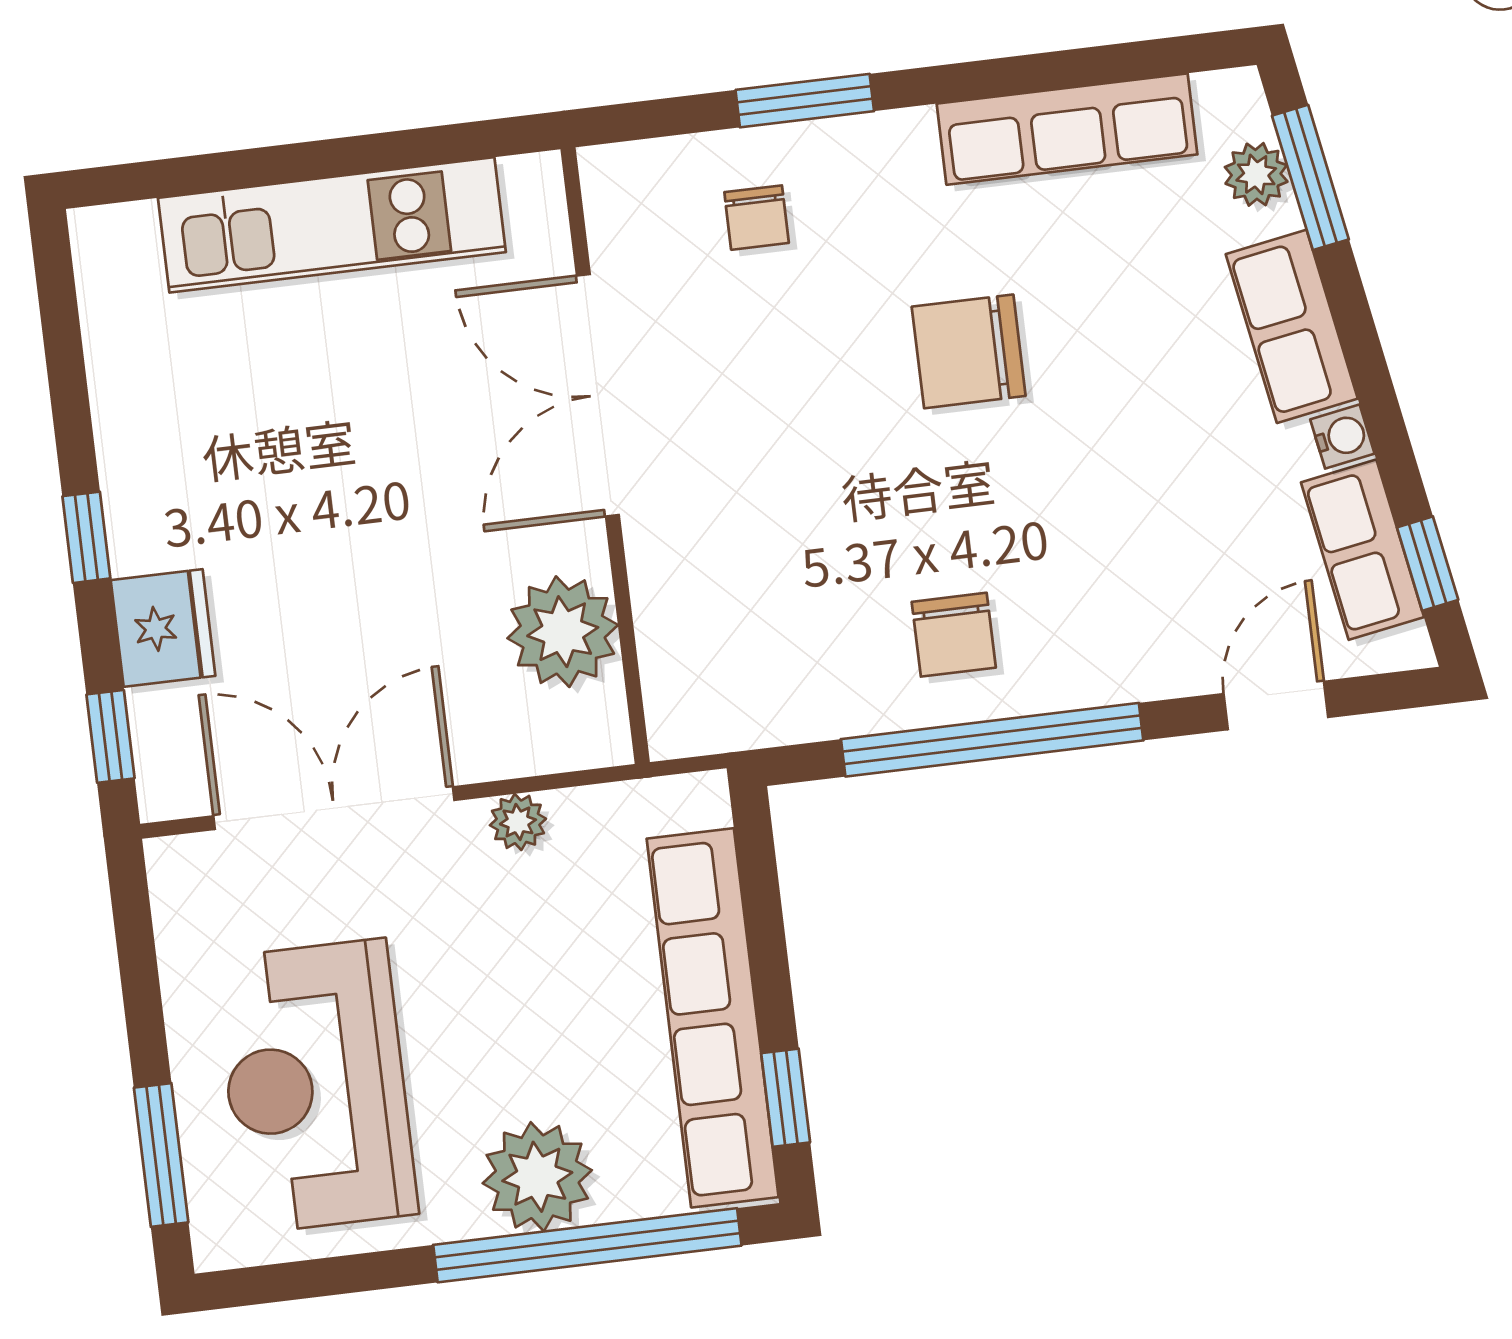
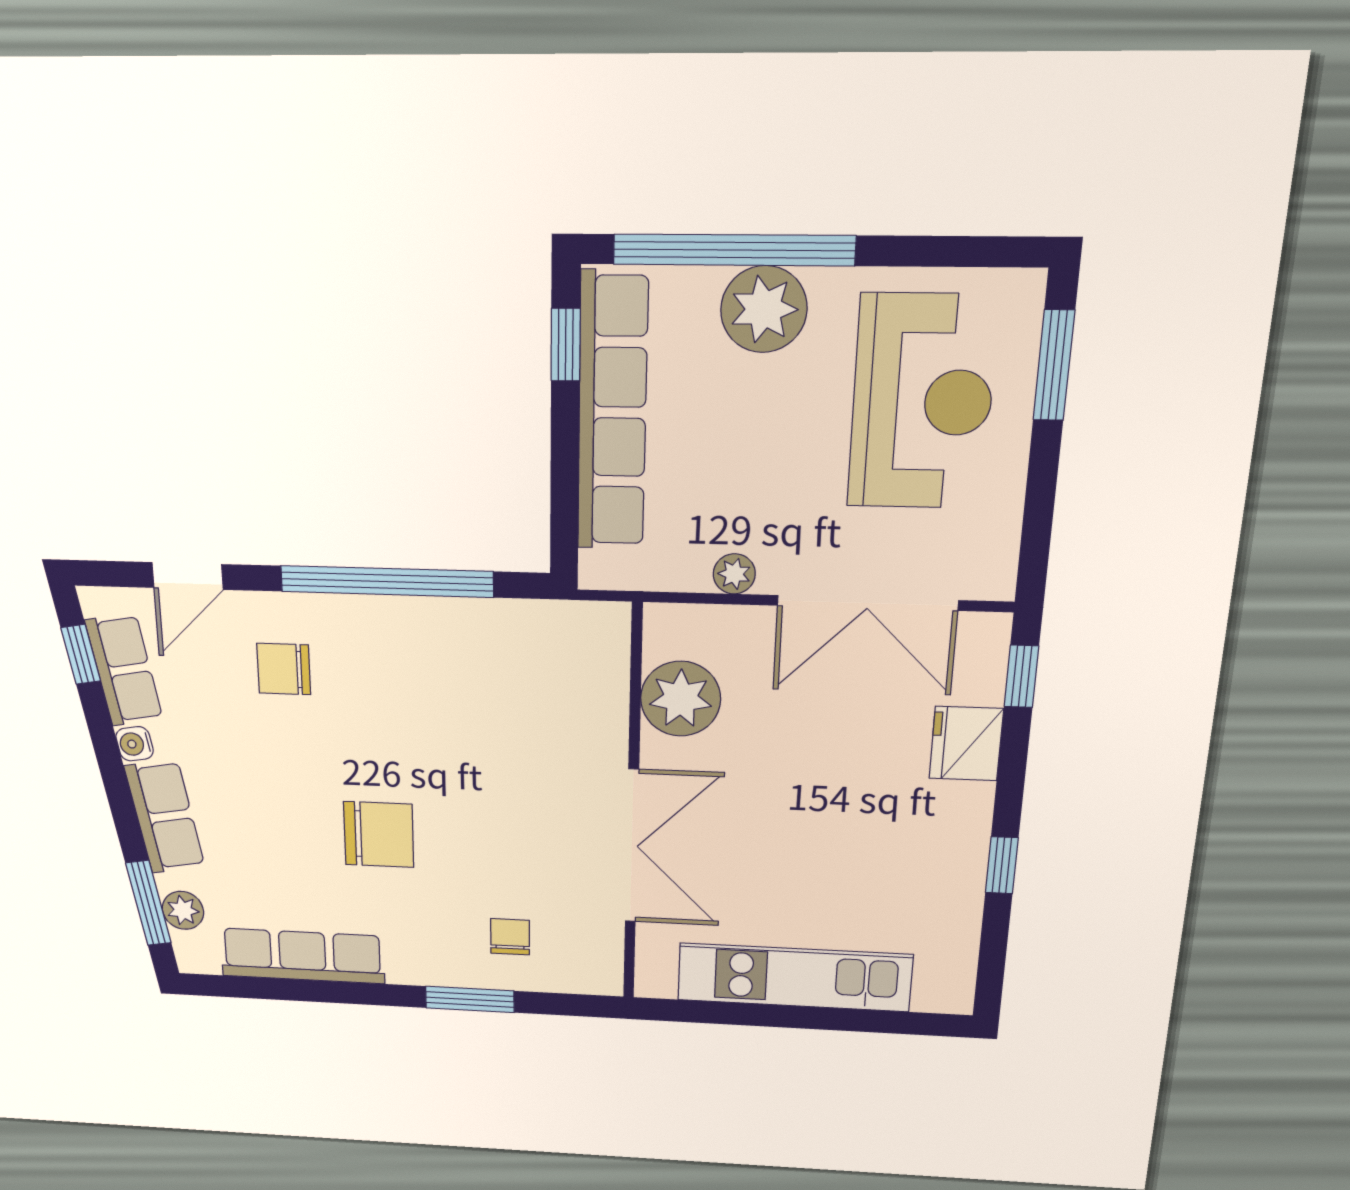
window: (86, 537) -> (1002, 865), moved
chair: (954, 635) -> (284, 669), moved, turned -90

